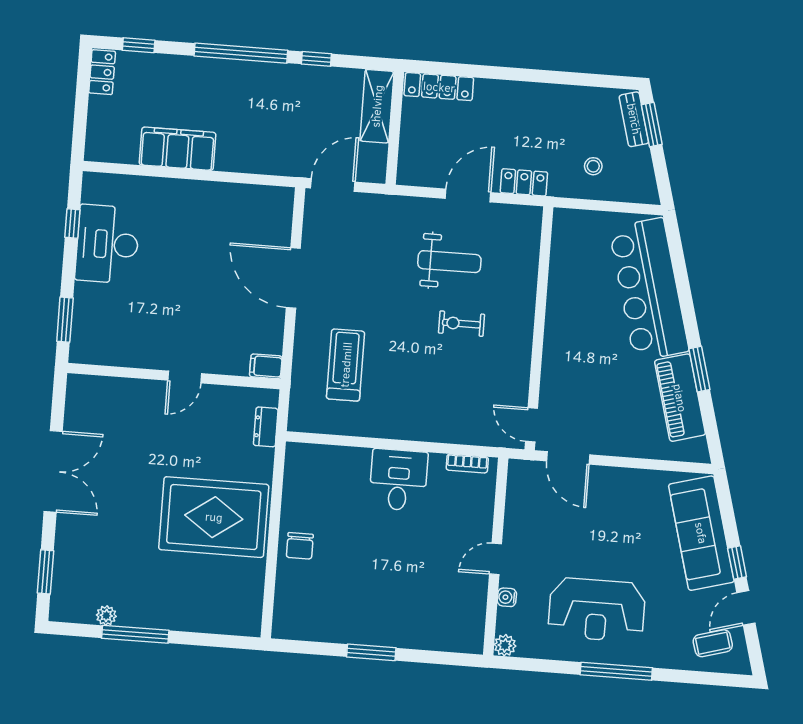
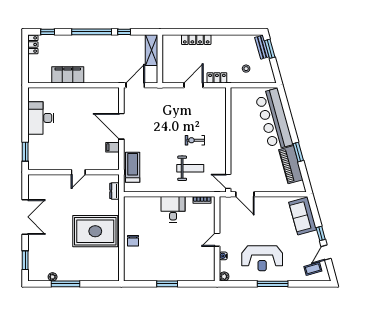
locker: (439, 87) -> (196, 40), moved
window: (72, 224) -> (25, 110), removed
weight bench: (449, 262) -> (190, 168), moved
treadmill: (346, 365) -> (133, 167), moved
filing cabinet: (266, 366) -> (113, 147), moved
sofa: (701, 533) -> (303, 216), width x0.73

